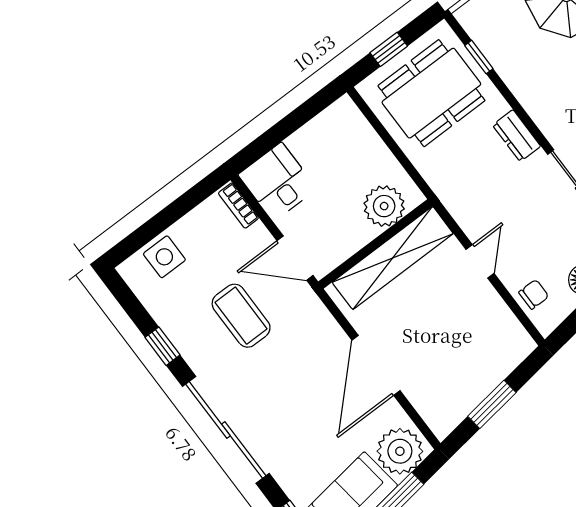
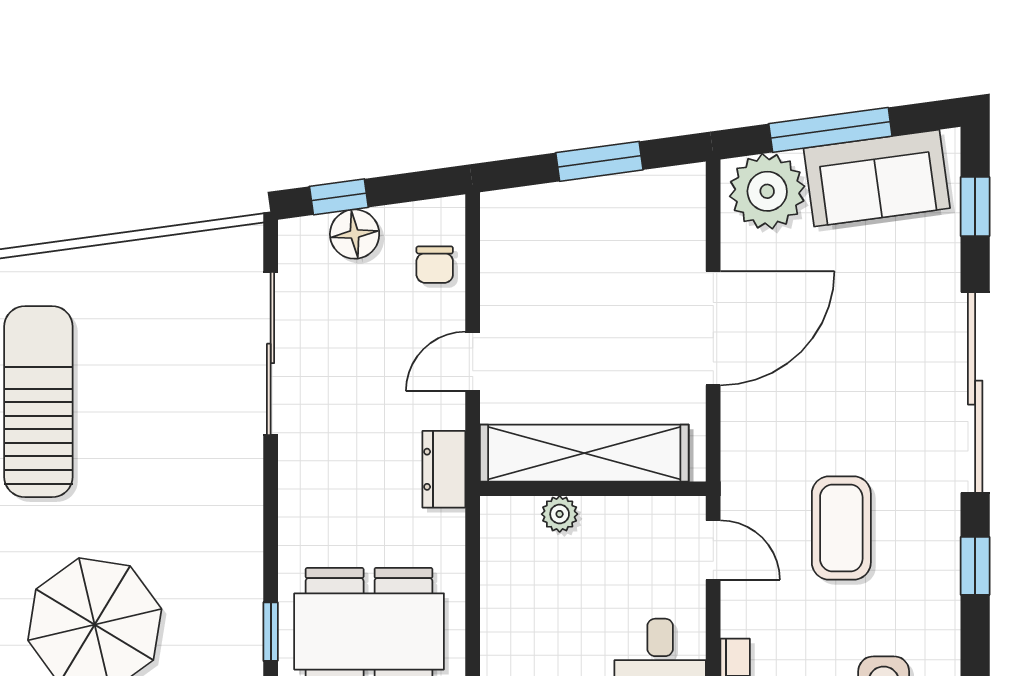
dresser: (517, 136) -> (444, 469), moved, turned 180
plant: (384, 206) -> (560, 514), width x0.53, depth x0.53
door: (295, 258) -> (713, 550), width x0.73
chair: (534, 294) -> (435, 265), turned -90

